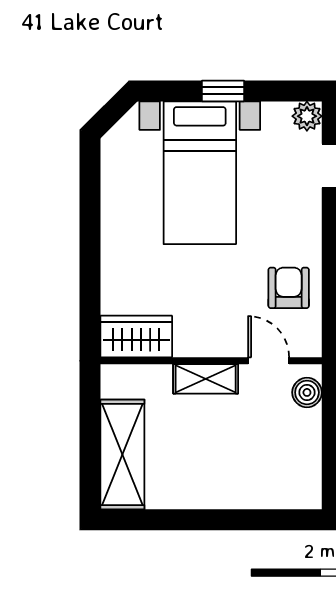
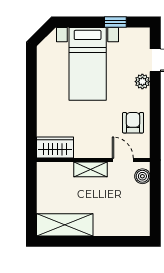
window: (223, 91) -> (115, 22), moved
plant: (307, 116) -> (142, 82), moved
shelving: (122, 455) -> (65, 225), moved, turned 90

